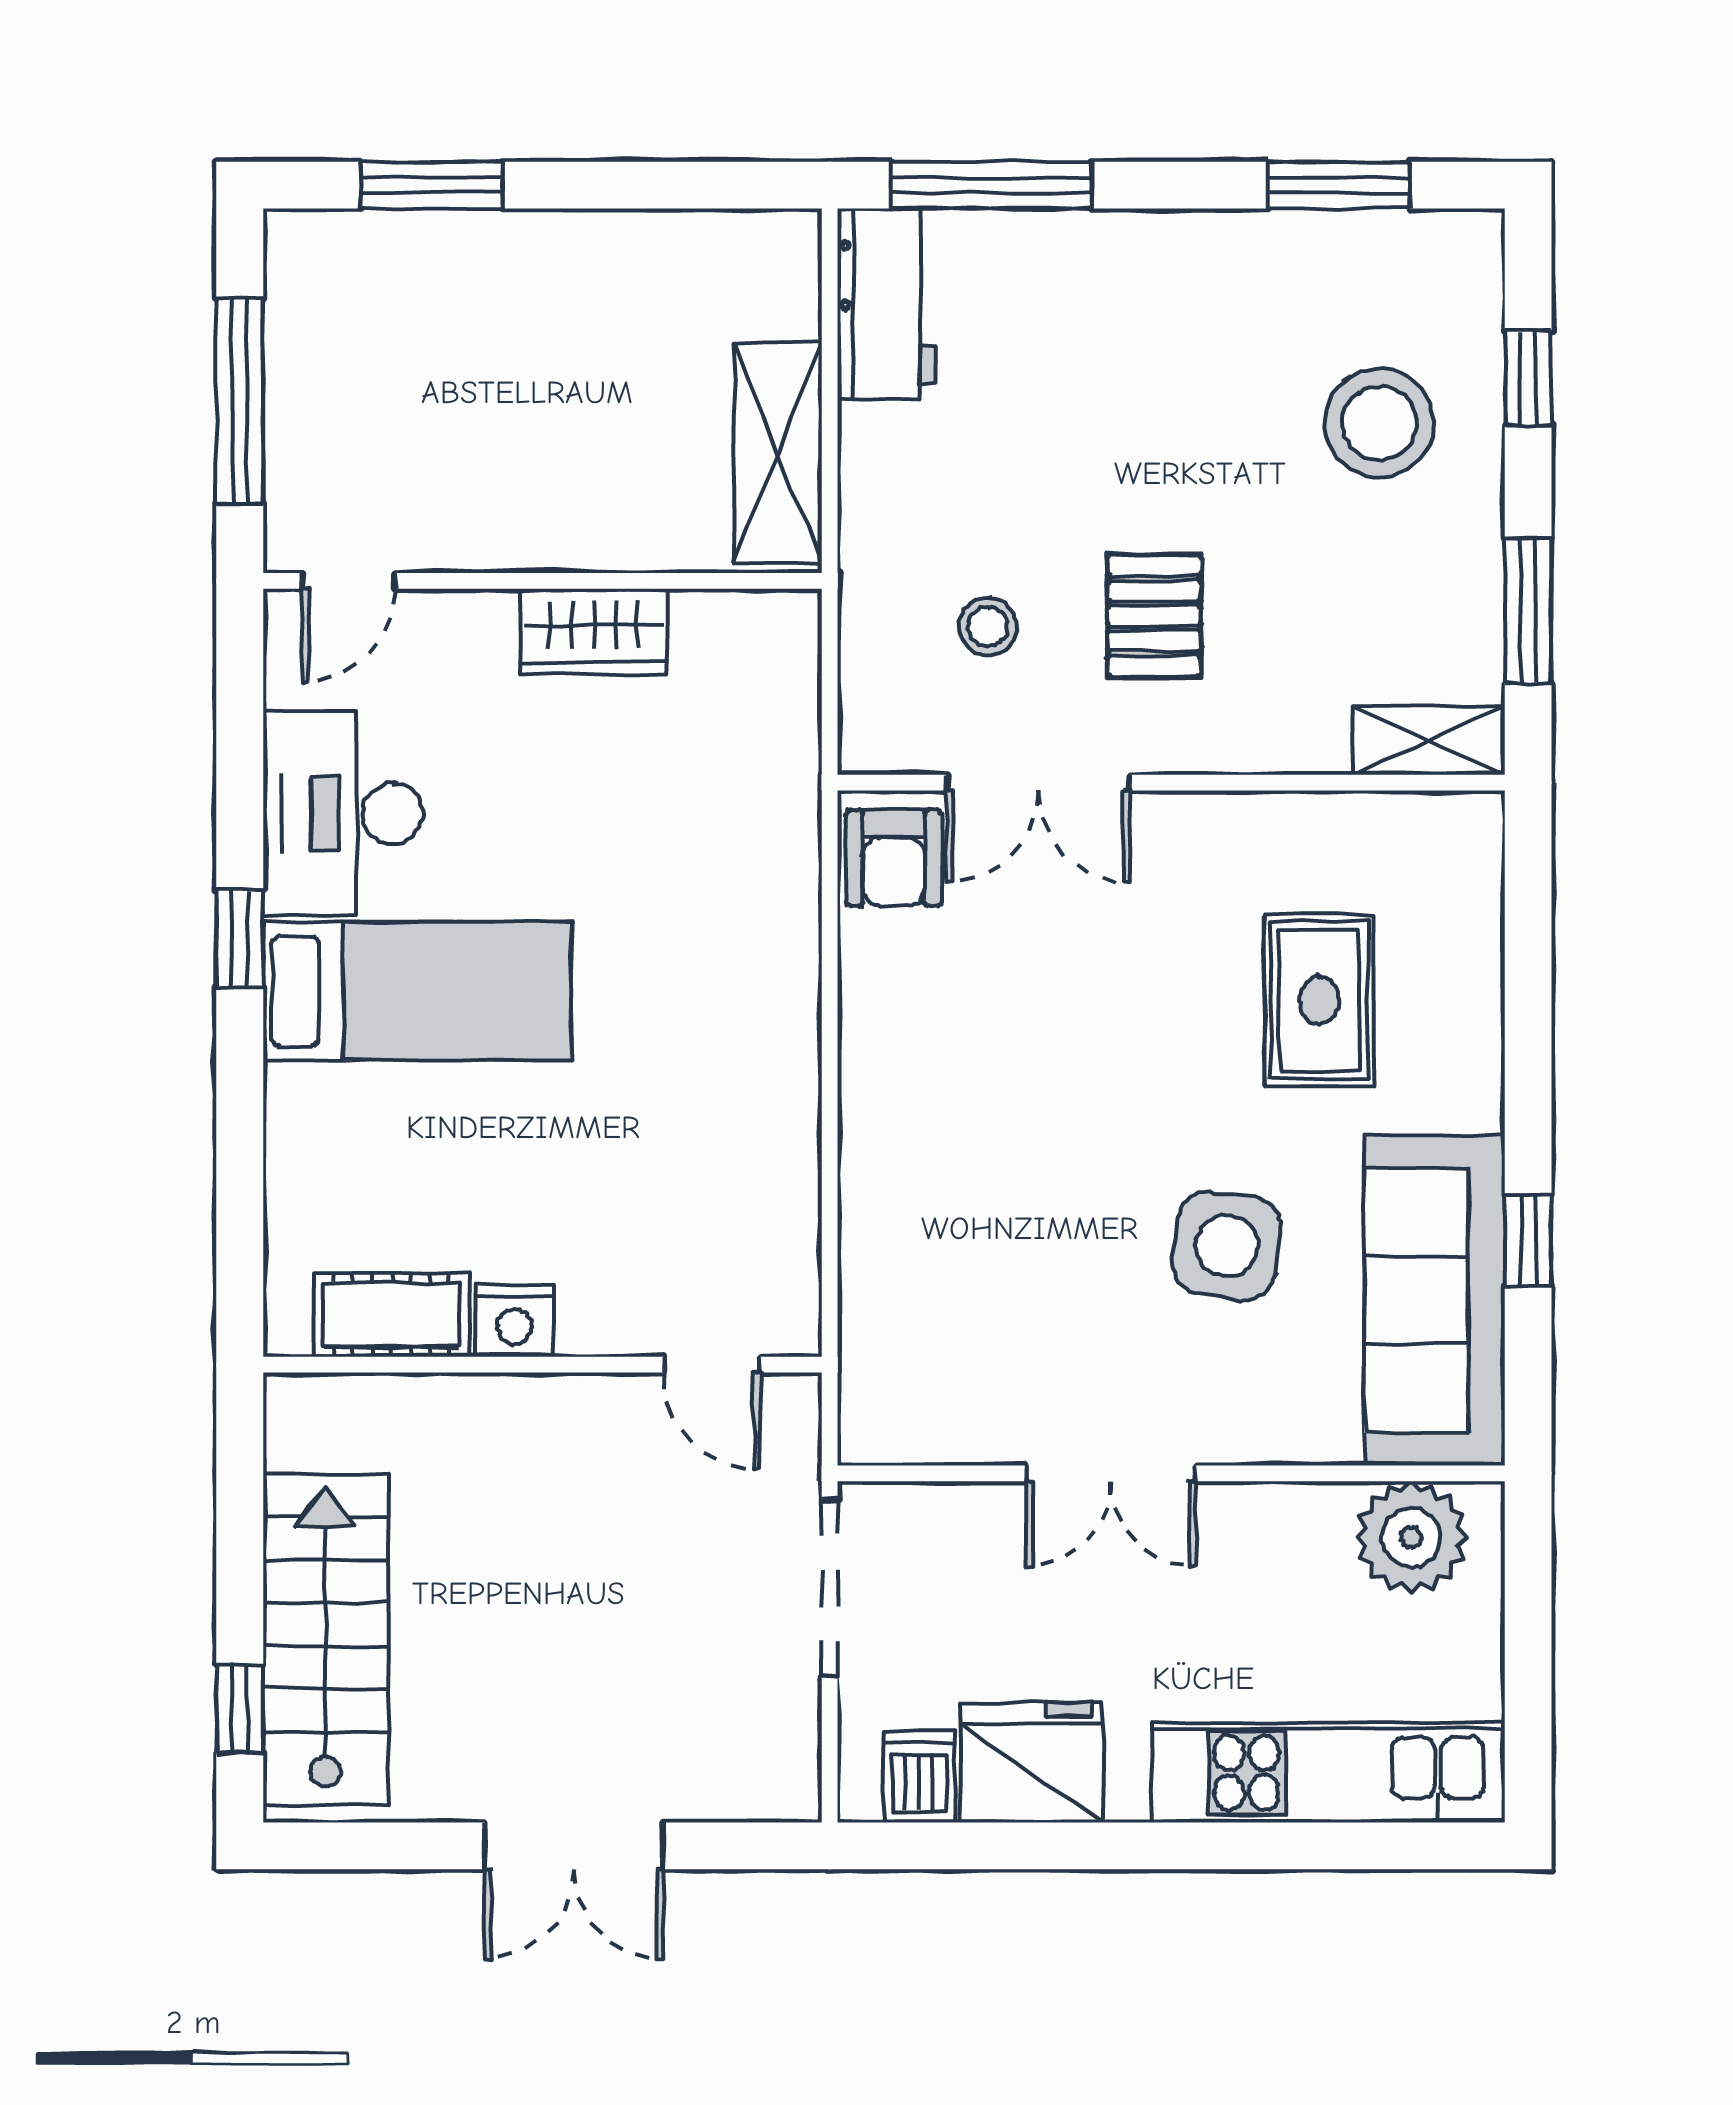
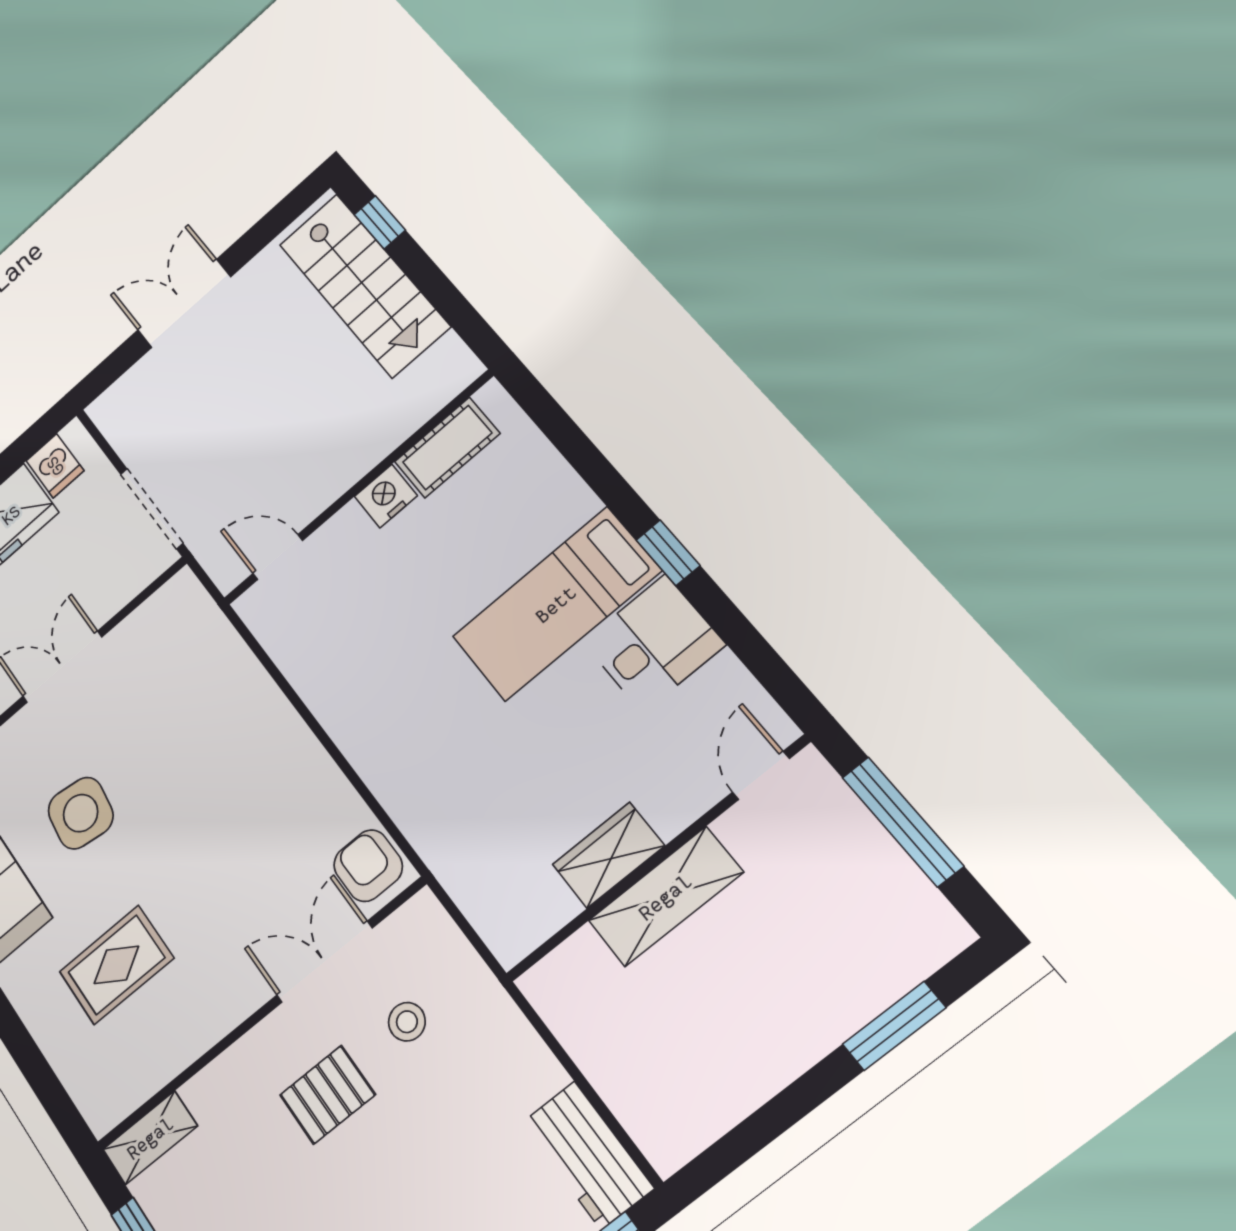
shelving: (778, 453) -> (665, 897), moved, turned 90
pallet: (1154, 616) -> (327, 1095), turned 90
desk: (343, 814) -> (654, 643), width x0.73
rug: (1319, 1000) -> (116, 965), turned 90

